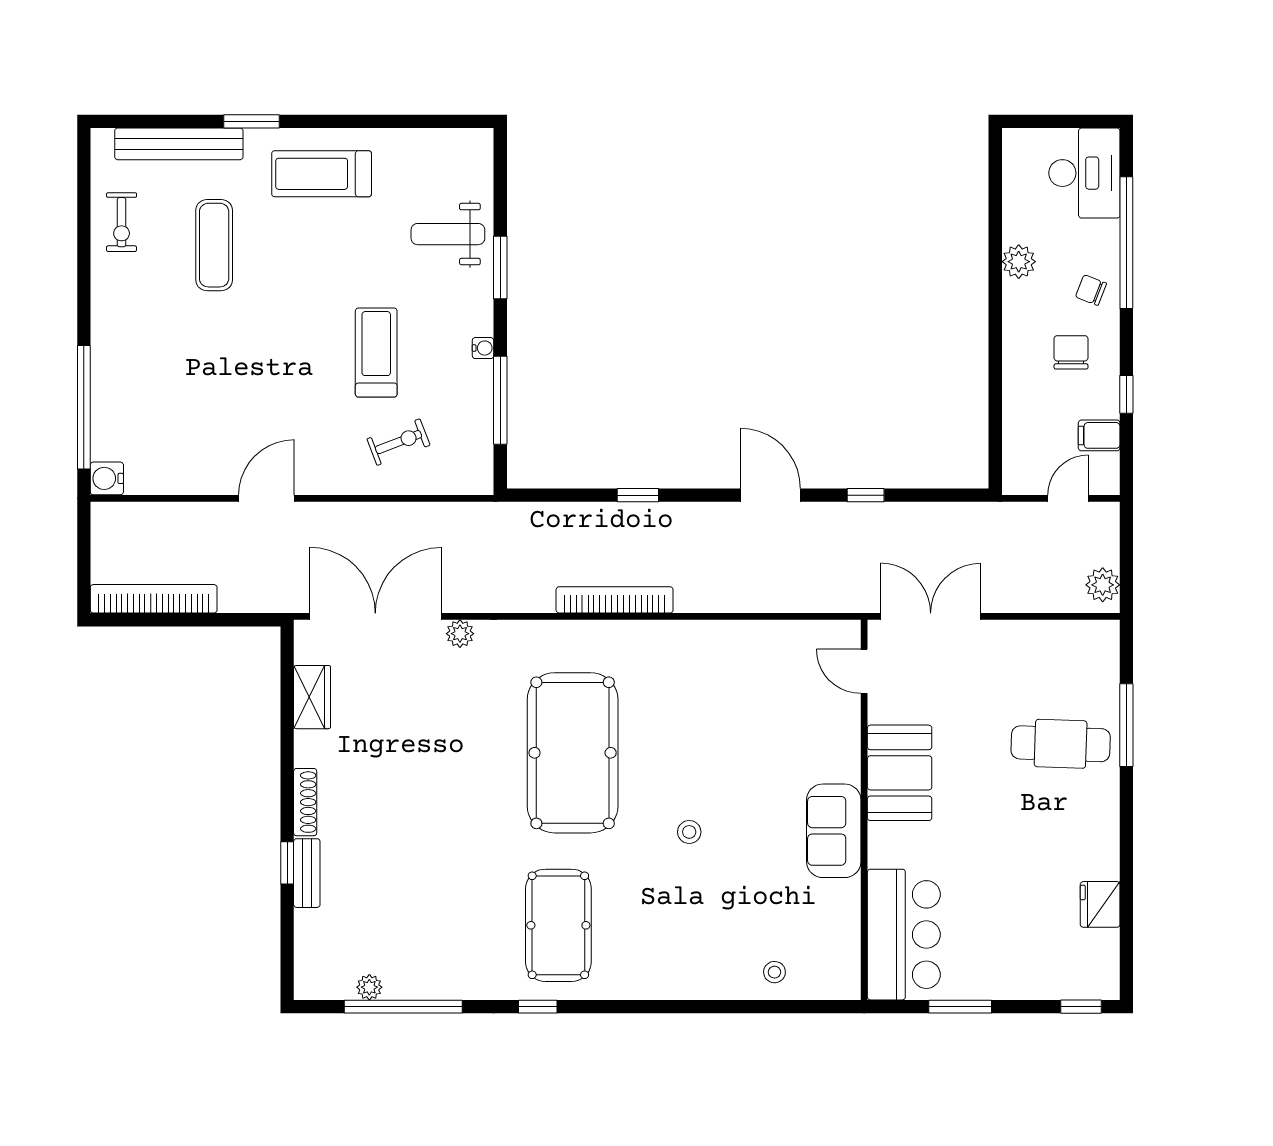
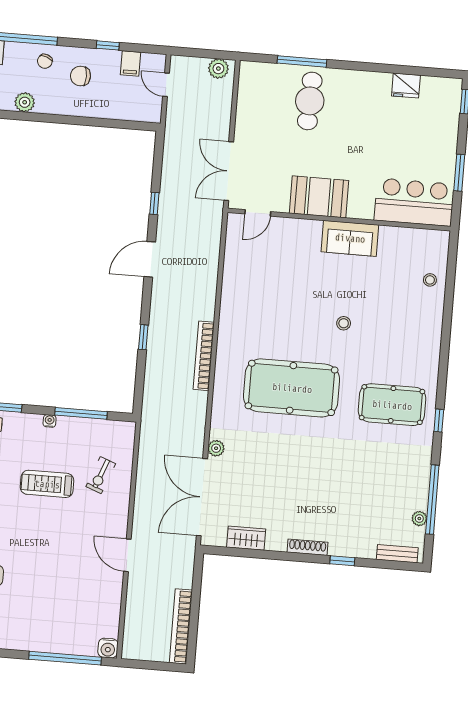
exercise bike: (398, 442) -> (101, 475), turned -138
bench: (307, 873) -> (397, 554), moved

